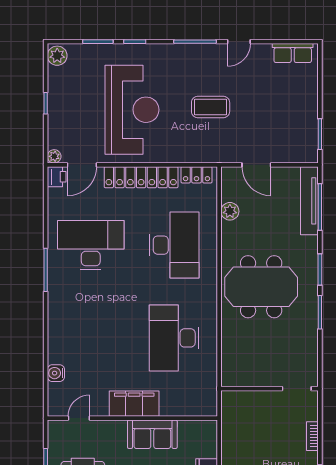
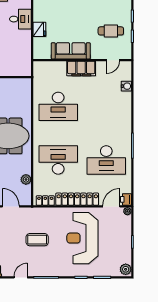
desk: (174, 245) -> (58, 160), turned 90
desk: (174, 338) -> (58, 106), turned 90
sofa: (152, 434) -> (71, 51), width x1.36

